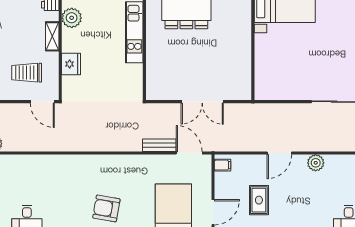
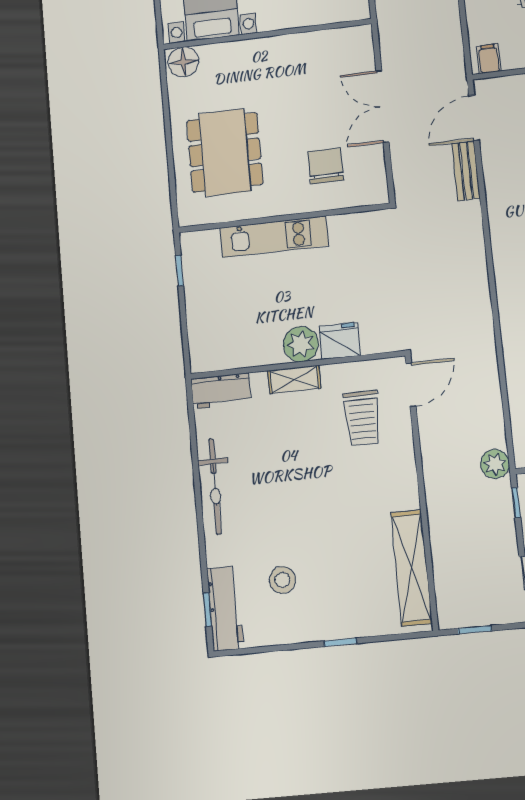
plant: (72, 18) -> (301, 344), moved
chair: (172, 66) -> (326, 166), added
double door: (202, 102) -> (383, 106), swing flipped

